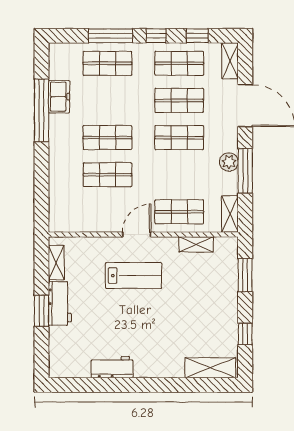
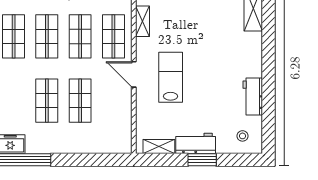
shop shelf: (179, 175) -> (80, 36), added
stool: (68, 356) -> (243, 136), added

